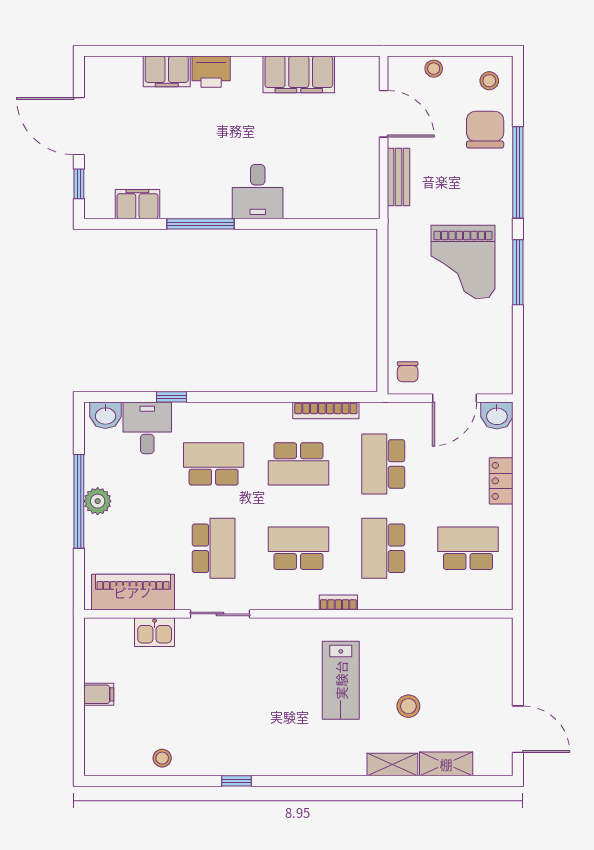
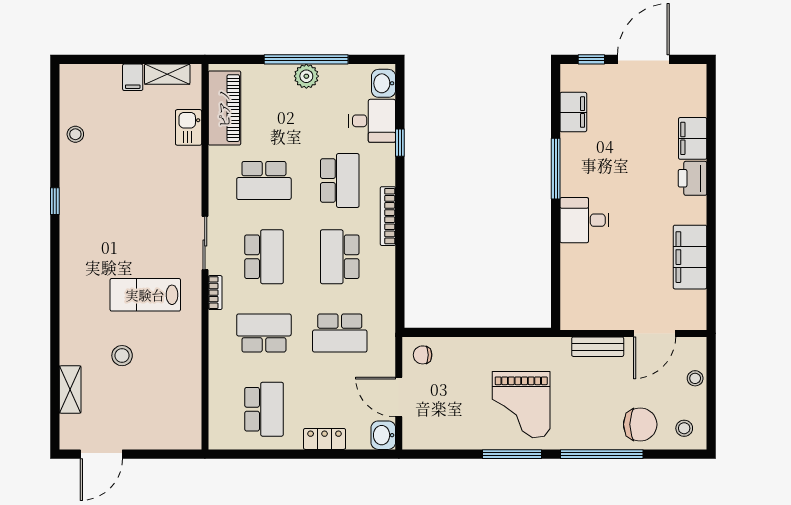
grand piano: (463, 262) -> (521, 405), turned -90
bookcase: (326, 410) -> (388, 216), moved
school desk: (383, 464) -> (340, 333), turned 180
sliding door: (220, 614) -> (205, 243), moved
shelving: (392, 764) -> (167, 74), moved, turned 90

